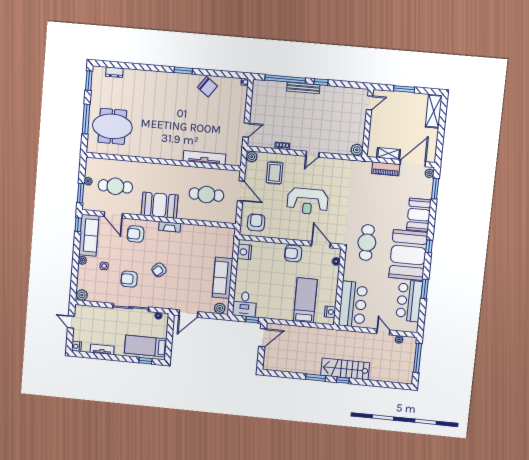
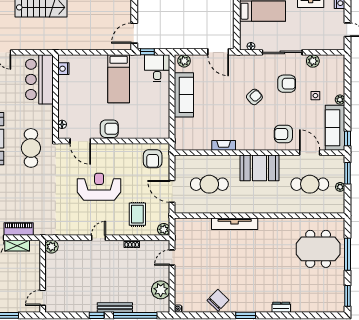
dresser: (114, 72) -> (281, 307), moved
chair: (207, 87) -> (218, 300), turned 98
plant: (259, 101) -> (161, 290), added
tv unit: (204, 158) -> (235, 224), moved
fireplace: (170, 227) -> (224, 145), moved
armchair: (136, 234) -> (283, 134), turned 180
nightstand: (244, 252) -> (162, 125), removed
plant: (82, 295) -> (313, 61), moved
bed: (305, 300) -> (119, 79), moved
door: (188, 314) -> (218, 52), swing flipped

